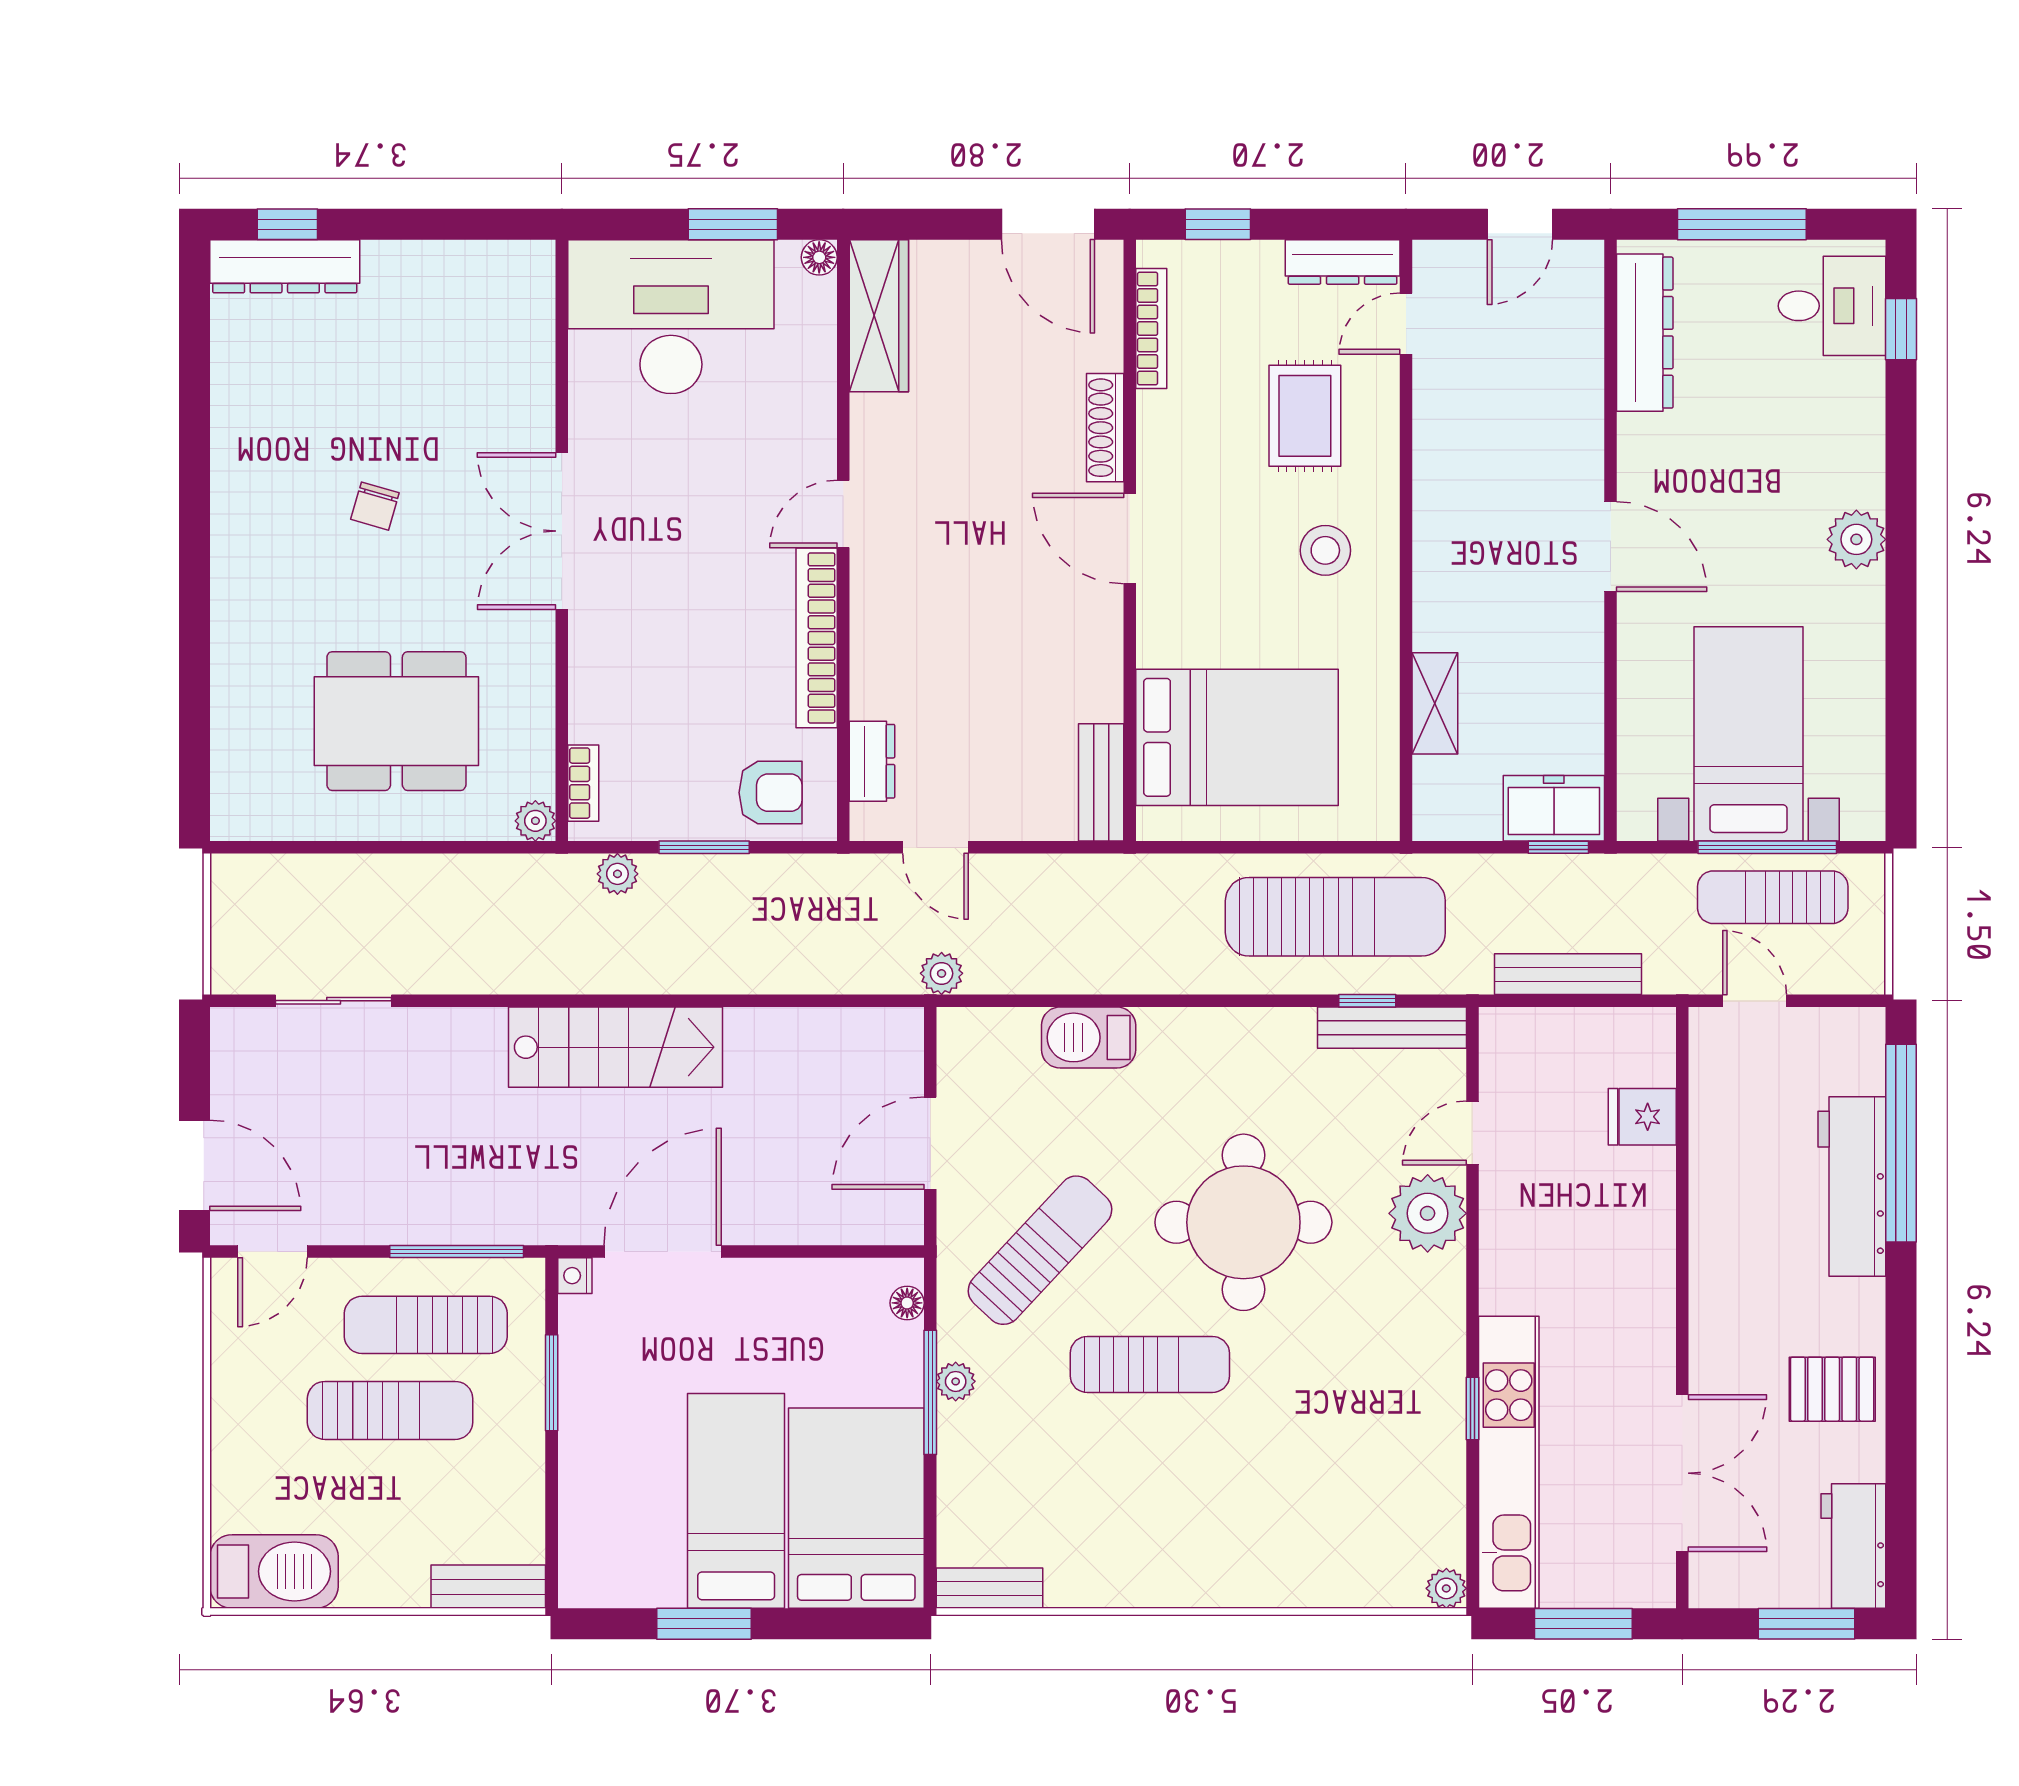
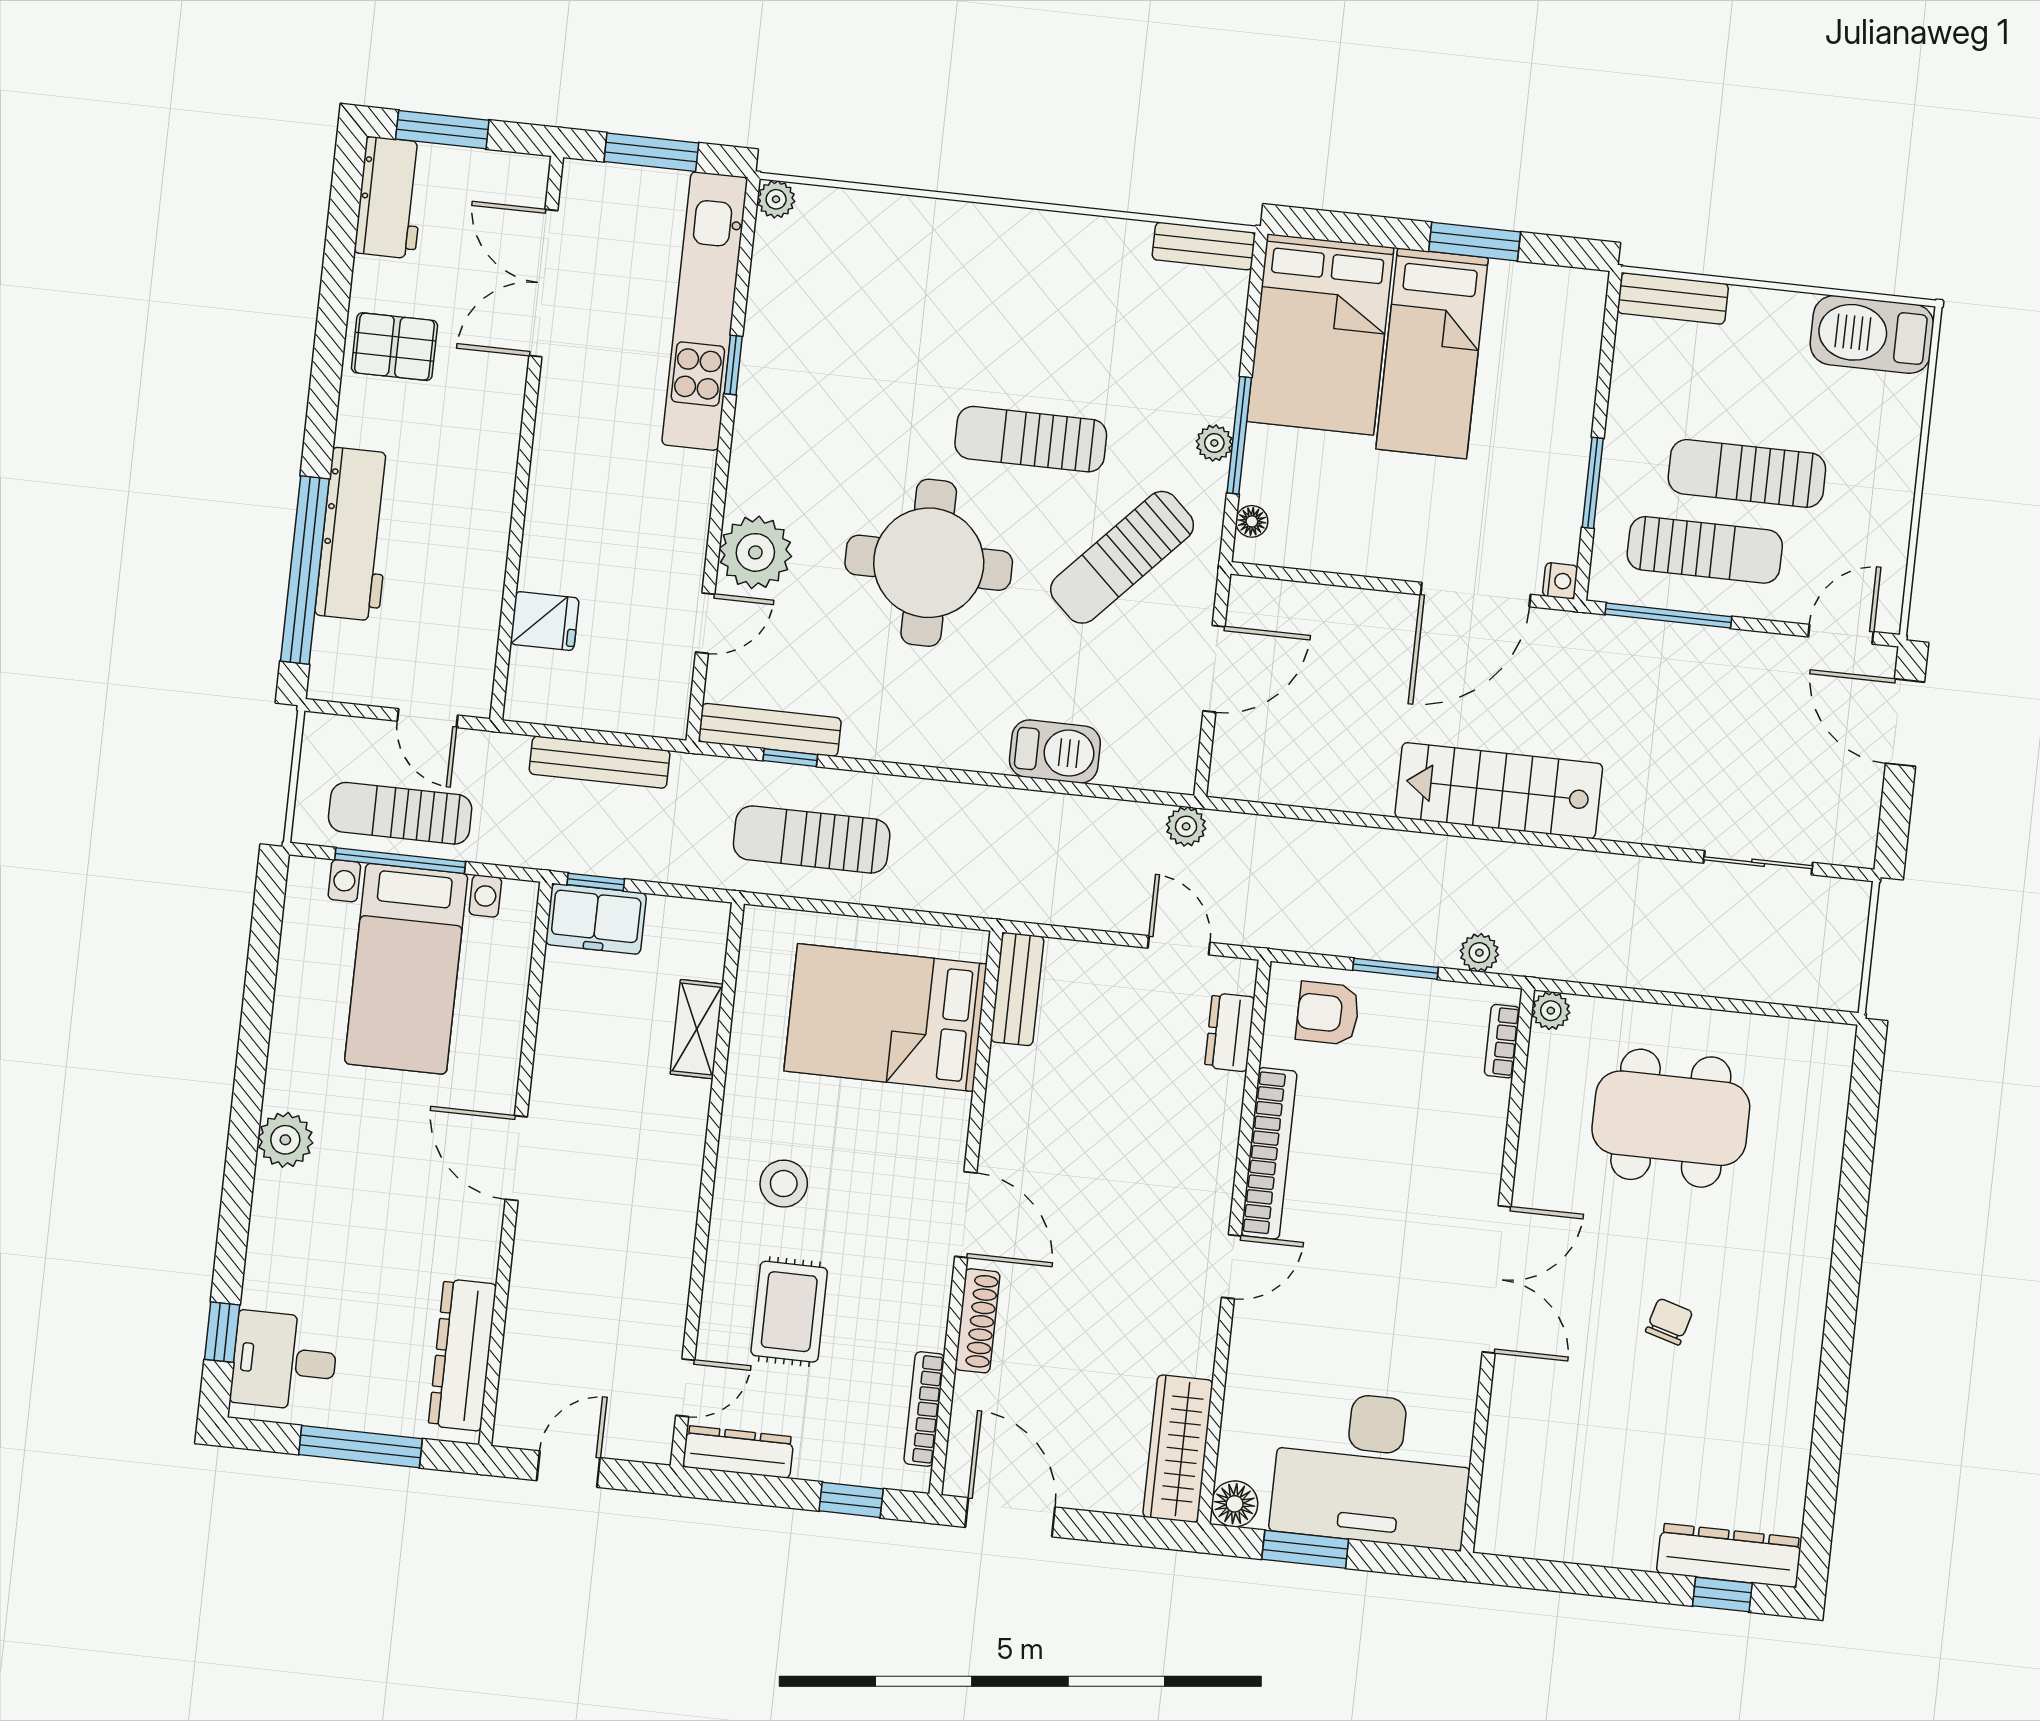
floor lamp: (819, 257) -> (1235, 1504), width x1.37, depth x1.37
sun lounger: (1773, 897) -> (400, 813), turned 180
sun lounger: (1335, 917) -> (812, 839), width x0.73, depth x0.75

